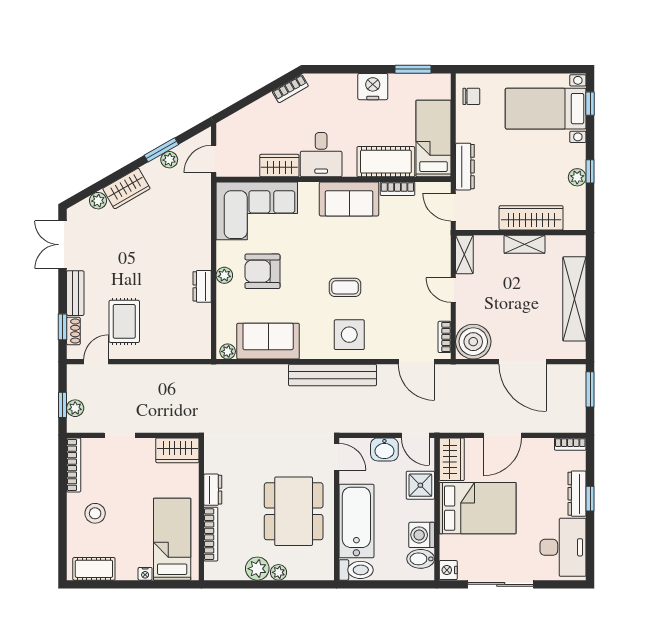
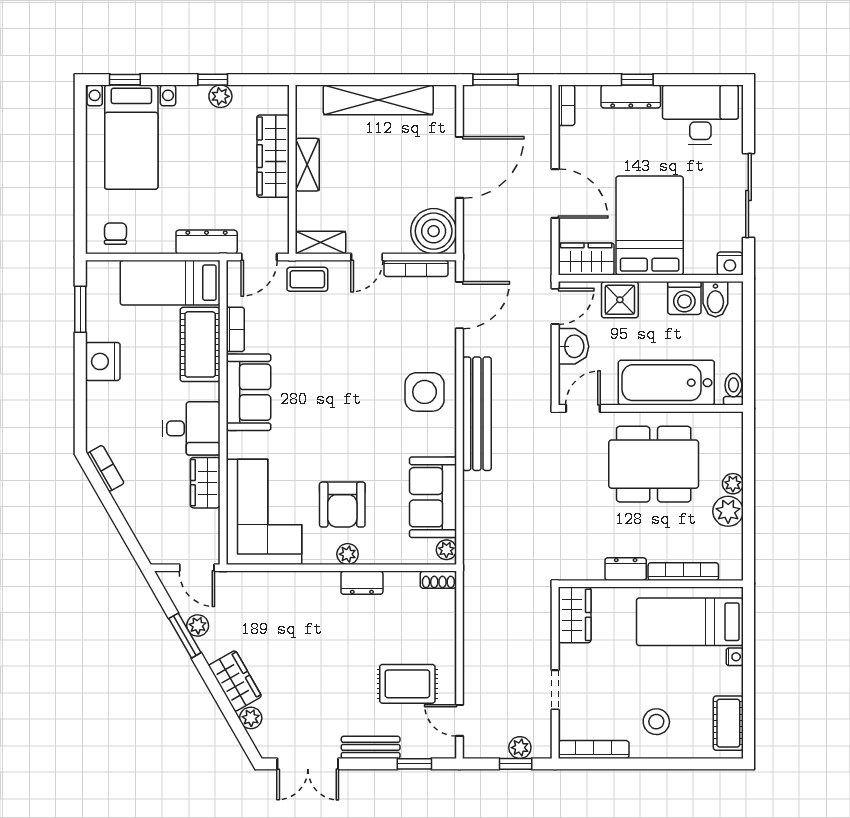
coffee table: (345, 287) -> (307, 279), moved, turned 90
shoe rack: (73, 331) -> (438, 580), moved, turned 180
bookcase: (444, 337) -> (416, 268), width x1.56
toilet: (356, 570) -> (733, 389), width x0.73, depth x0.72

